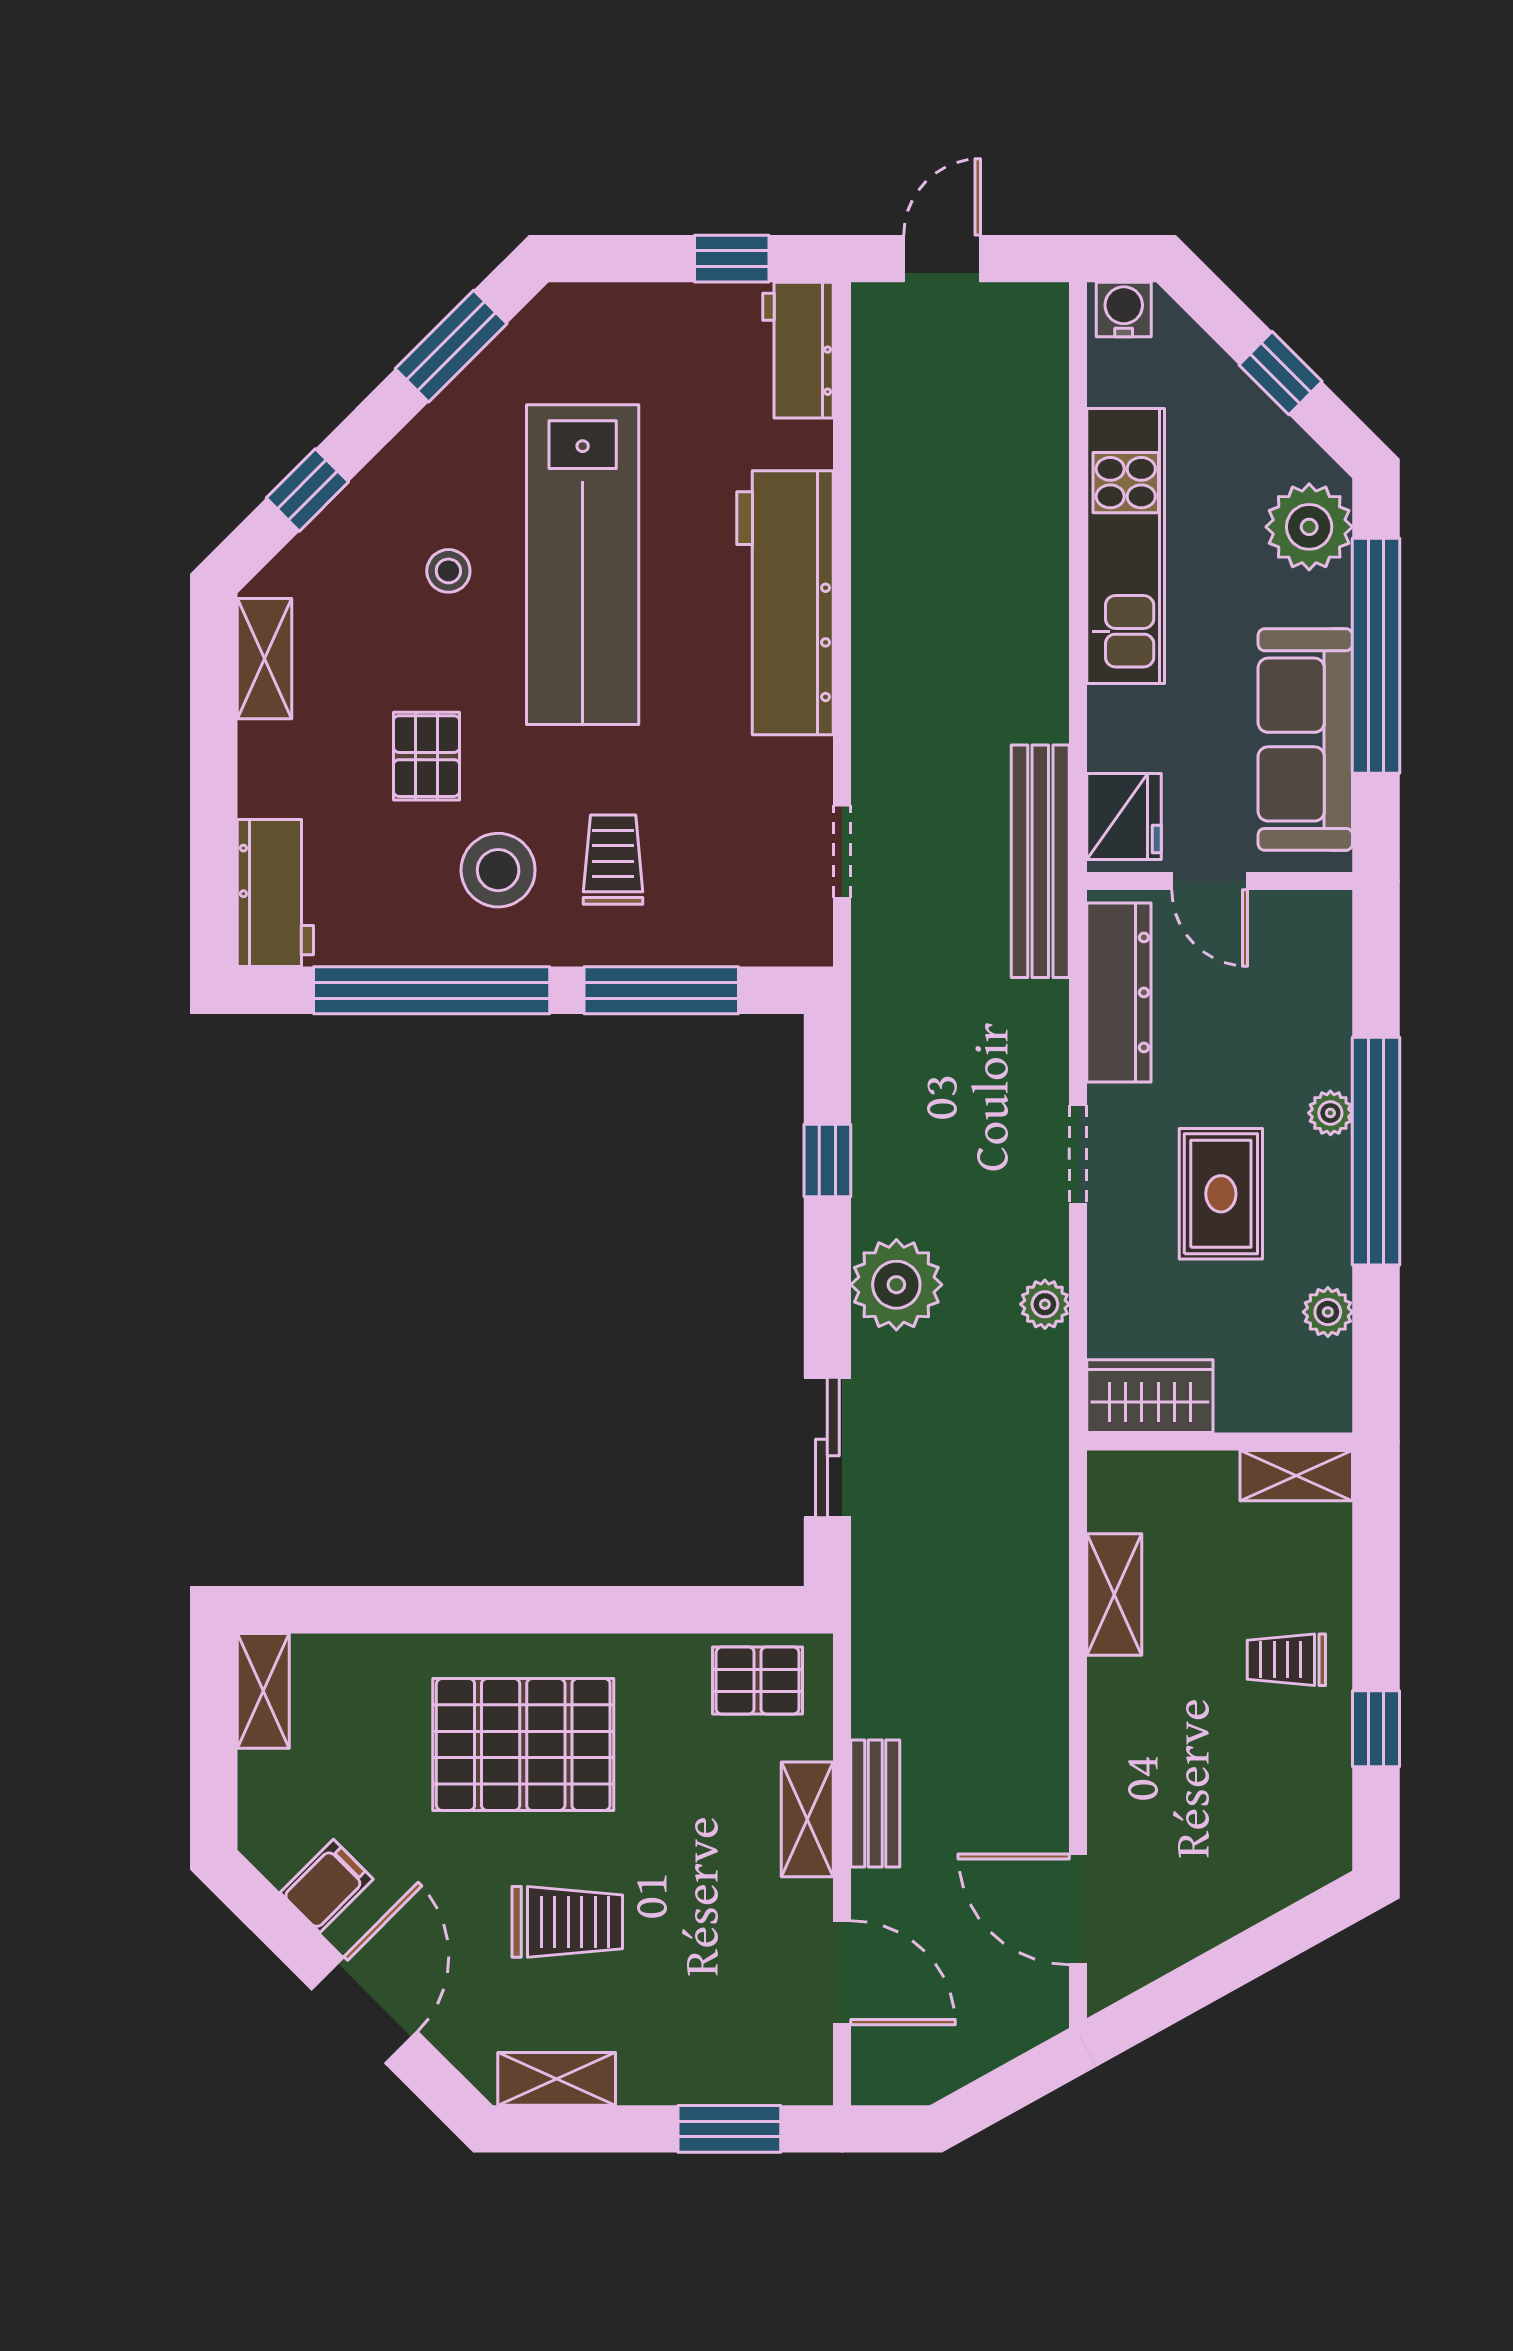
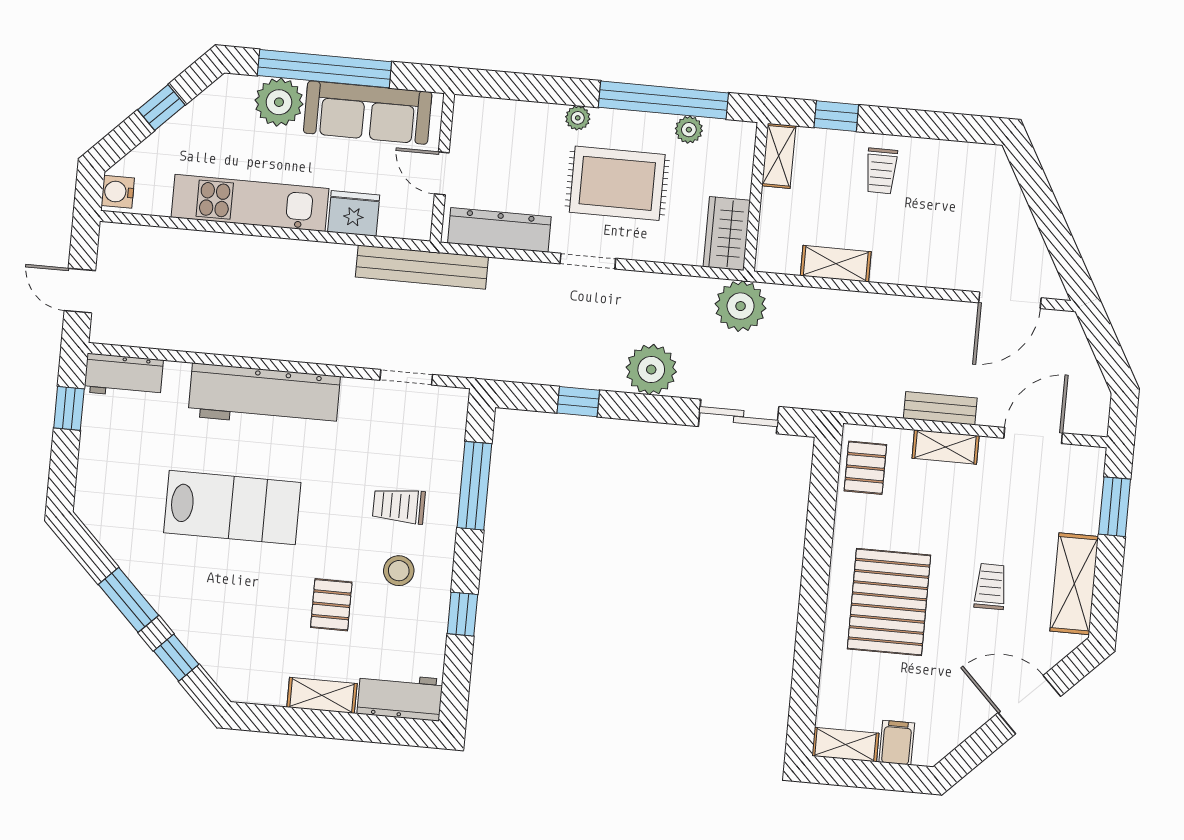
window: (451, 346) -> (128, 600), moved
plant: (1309, 527) -> (279, 102), moved
lab bench: (583, 565) -> (232, 508), width x0.73
stool: (448, 571) -> (229, 583), removed
shelving: (264, 659) -> (322, 695), moved
pallet: (427, 756) -> (331, 605), turned 90
fridge: (1124, 817) -> (354, 213), moved
stool: (498, 870) -> (399, 571), width x0.73, depth x0.73
door: (1210, 881) -> (442, 173), swing flipped
window: (432, 990) -> (462, 614), width x0.32
window: (1376, 1151) -> (663, 100), moved
rug: (1221, 1194) -> (617, 183), width x1.36, depth x1.43
plant: (1045, 1304) -> (741, 306), moved, width x1.88, depth x1.88
window: (1376, 1729) -> (836, 116), moved
filing cabinet: (327, 1886) -> (897, 743), moved, turned 45
trolley: (567, 1922) -> (990, 587), width x0.73, depth x0.72
shelving: (557, 2079) -> (1074, 584), width x1.50, depth x1.33

